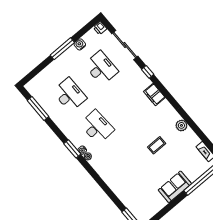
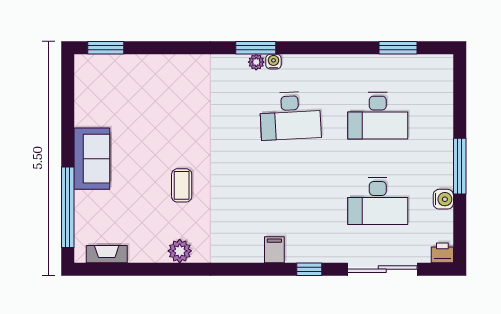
filing cabinet: (154, 95) -> (274, 250), width x0.50
window: (38, 109) -> (398, 48), width x0.69
window: (72, 149) -> (256, 48), moved

